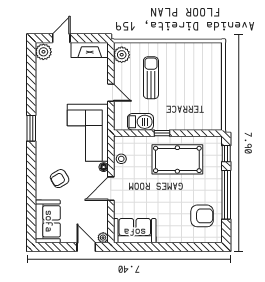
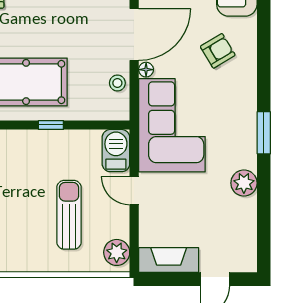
plant: (43, 52) -> (244, 183), moved
sun lounger: (151, 78) -> (69, 215), turned 180
barbecue: (140, 122) -> (116, 151), moved, turned 90
door: (111, 189) -> (134, 35), width x1.36

